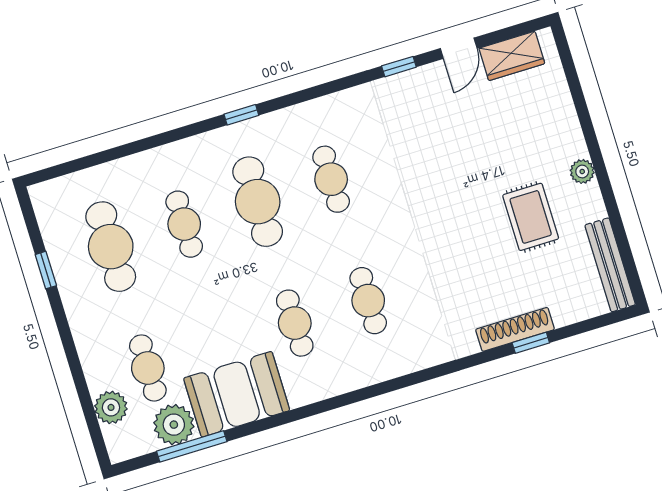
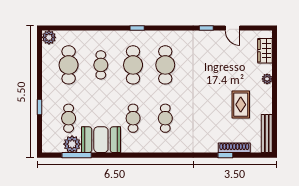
door: (459, 48) -> (233, 28), hinge flipped
wardrobe: (512, 56) -> (265, 51), moved, turned 90
plant: (582, 171) -> (267, 79), moved
cafe table: (331, 179) -> (165, 65), width x1.37, depth x1.35
window: (46, 270) -> (40, 107), moved
shoe rack: (515, 329) -> (234, 148), moved
plant: (111, 407) -> (49, 37), moved

